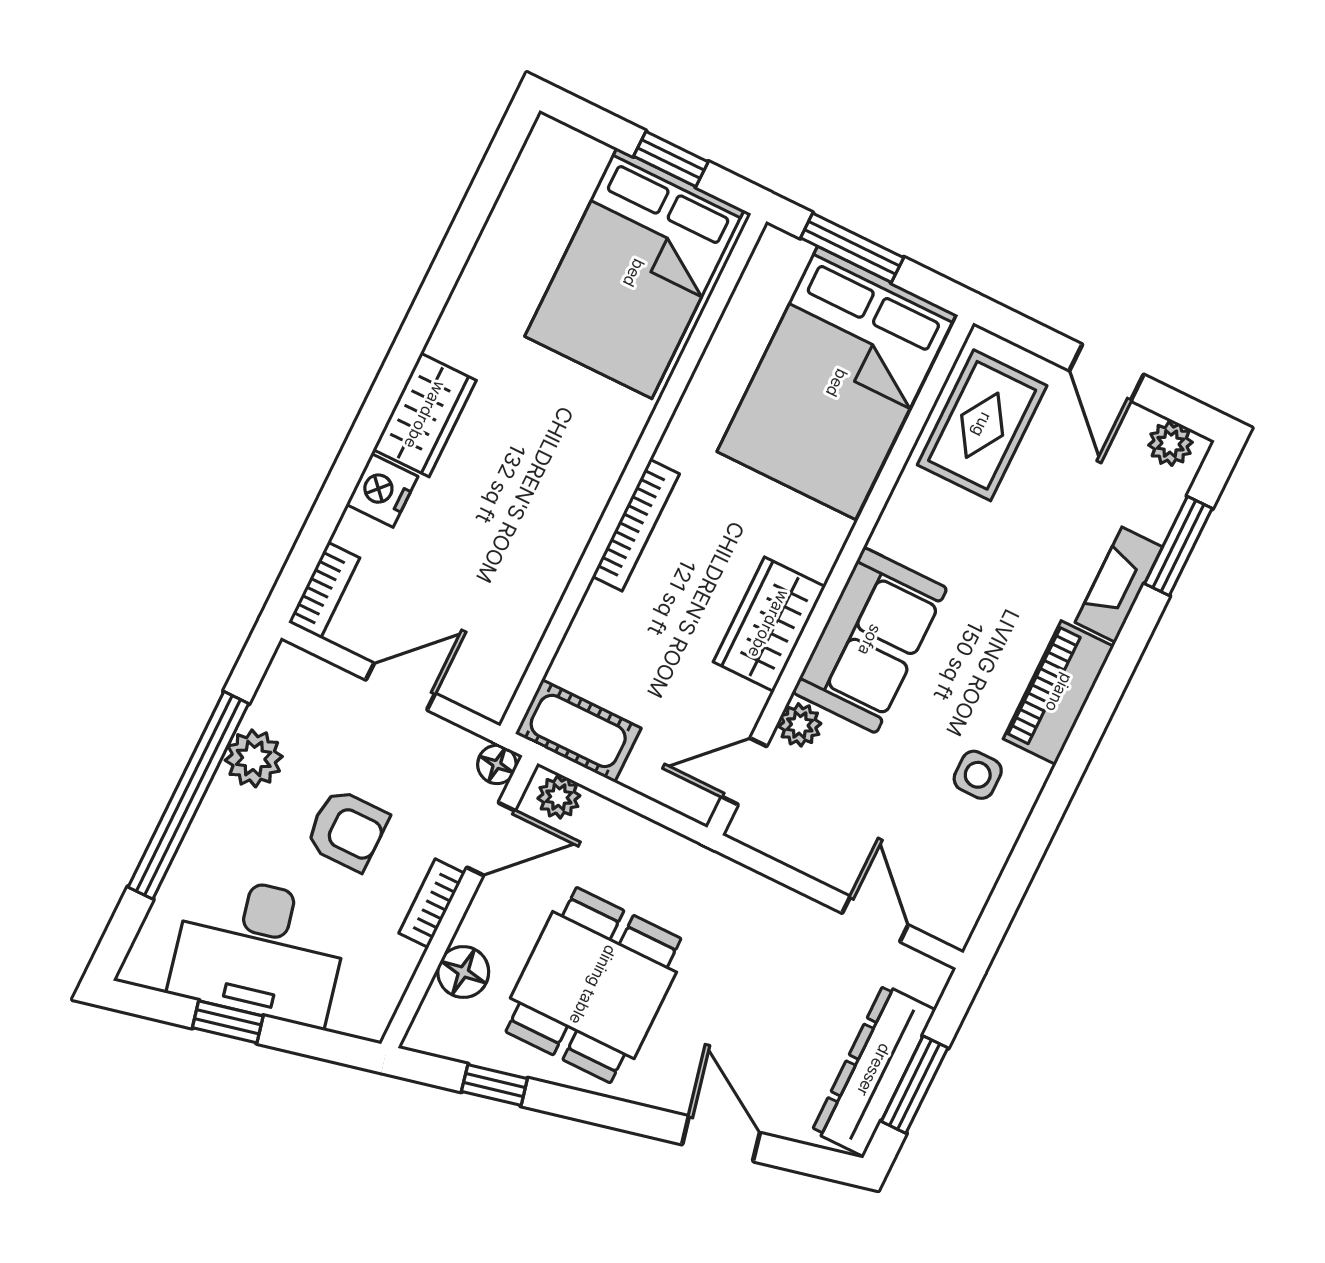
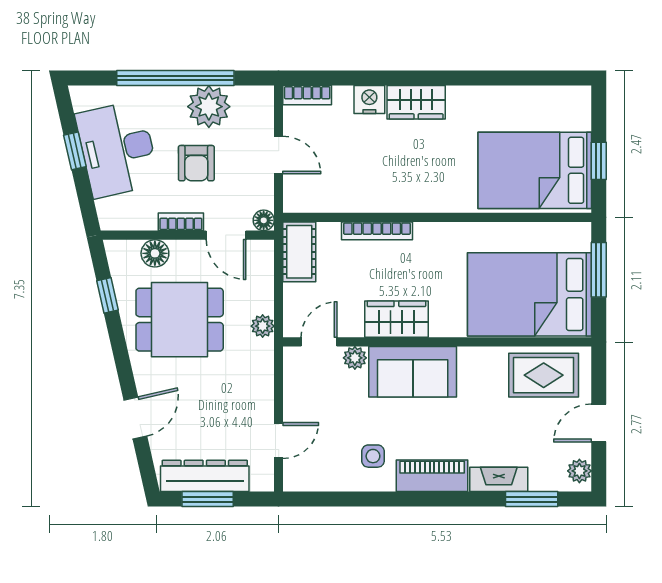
bookcase: (636, 525) -> (377, 231), moved
plant: (254, 758) -> (209, 107), width x1.36, depth x1.36
door: (744, 771) -> (319, 342), hinge flipped
plant: (559, 797) -> (263, 326), moved

